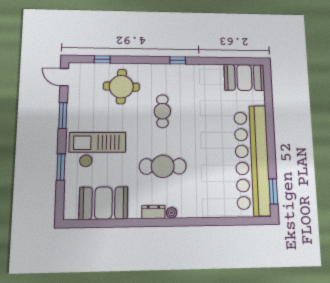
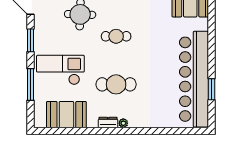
cafe table: (162, 111) -> (116, 36), turned 90
window: (61, 167) -> (31, 84), width x1.44
window: (273, 191) -> (211, 89), moved

